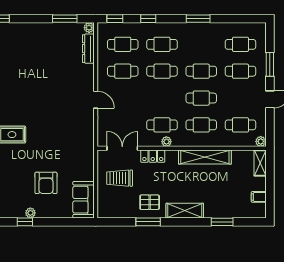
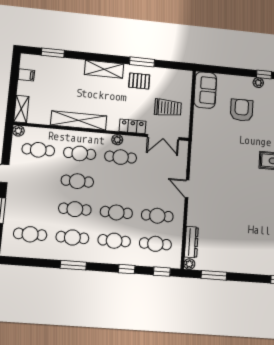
cafe table: (240, 71) -> (72, 237), moved
window: (222, 222) -> (53, 53), moved

